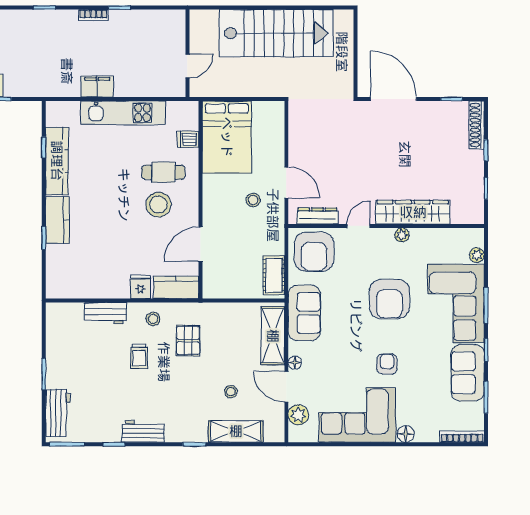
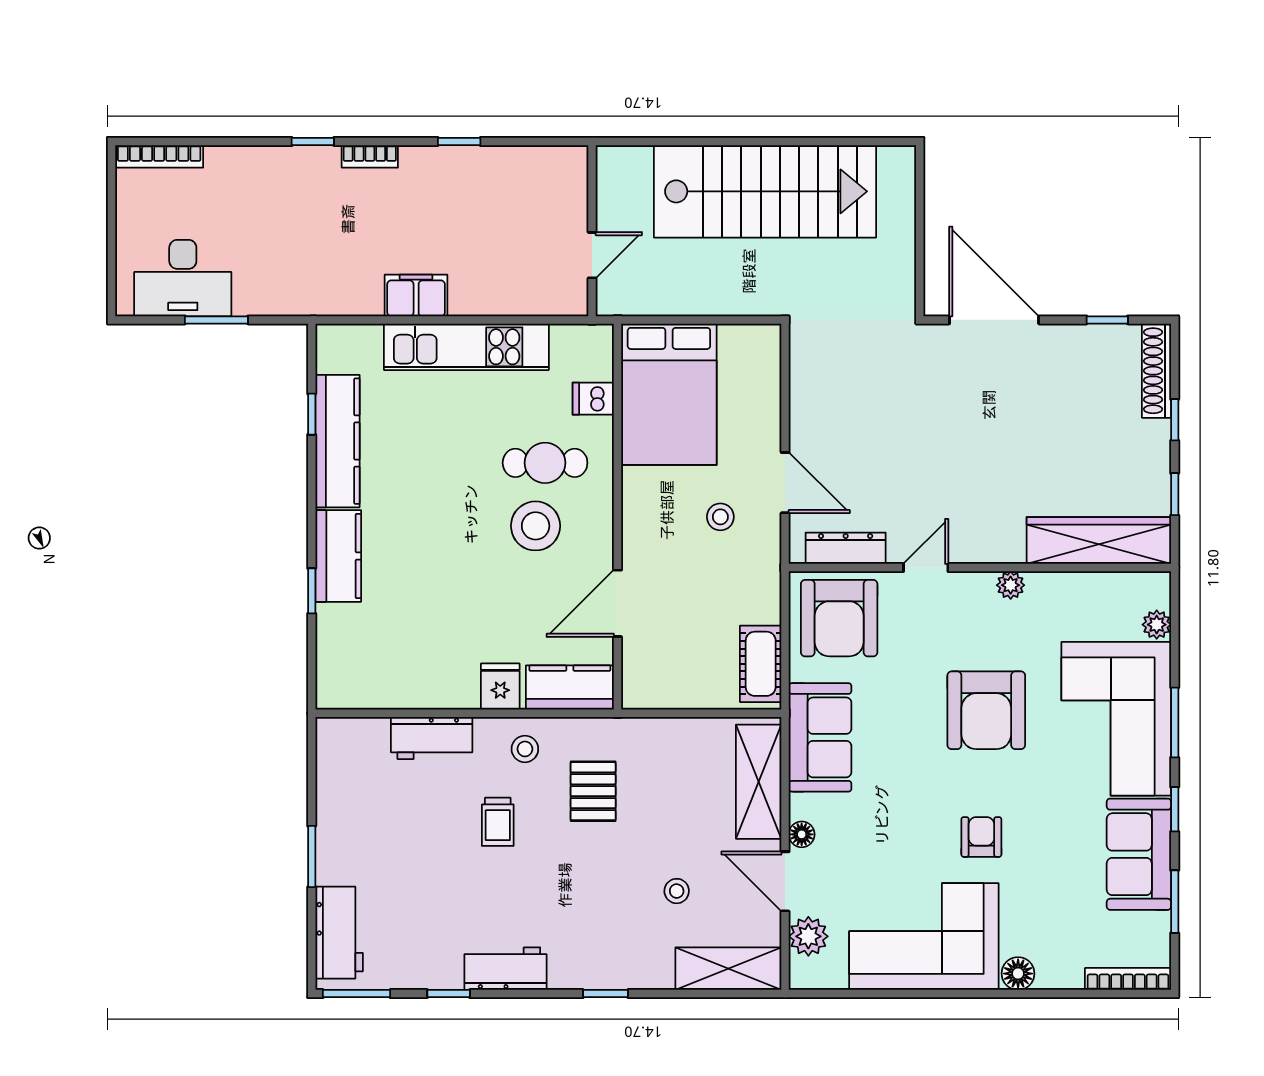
bookcase: (93, 15) -> (370, 156), moved
wardrobe: (413, 212) -> (1099, 541), moved
shelving: (236, 431) -> (728, 969), moved

